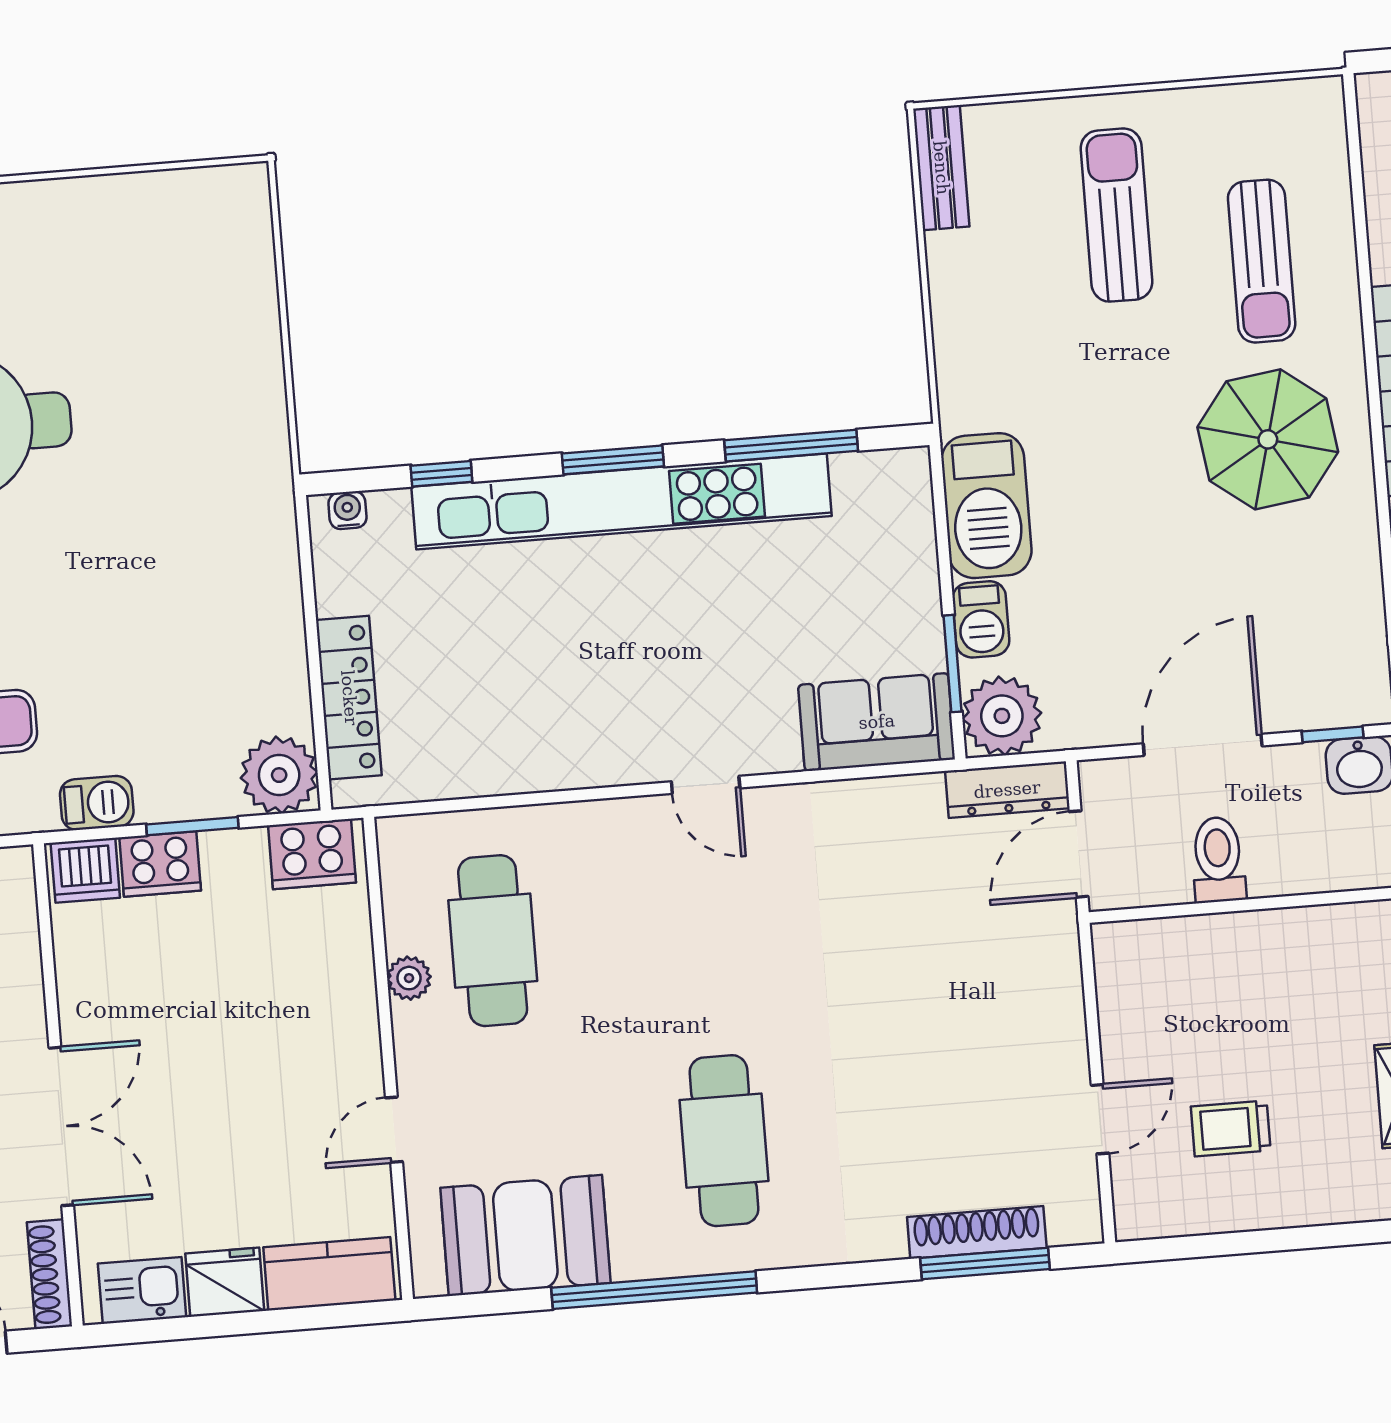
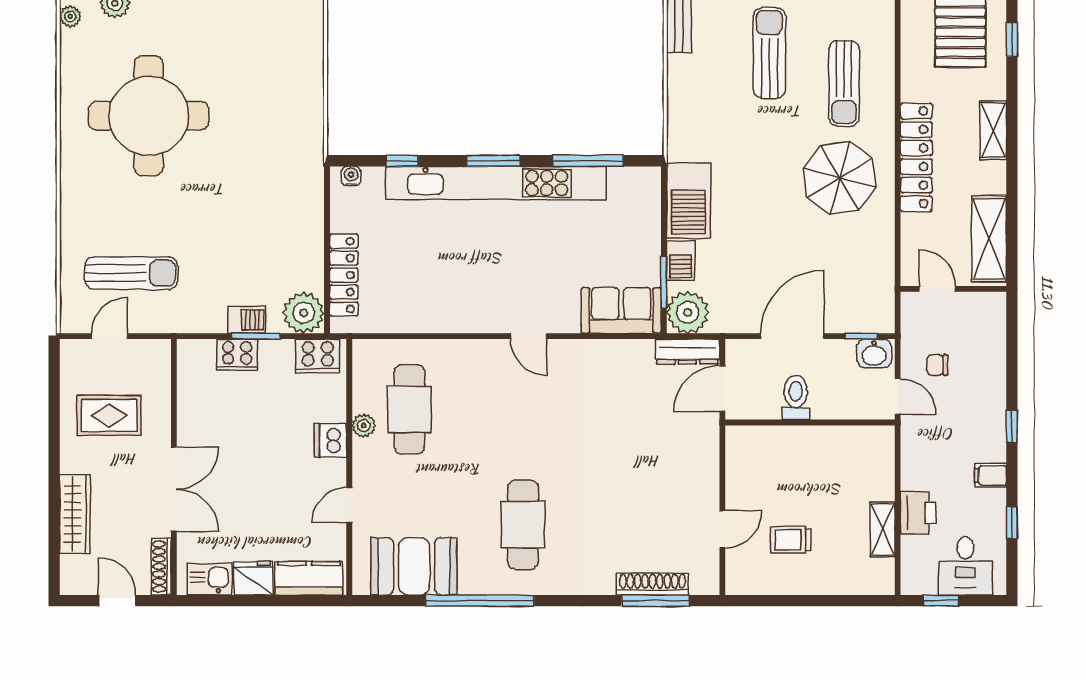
barbecue: (97, 803) -> (247, 320), moved
dishwasher: (85, 870) -> (330, 440), moved, turned 90

